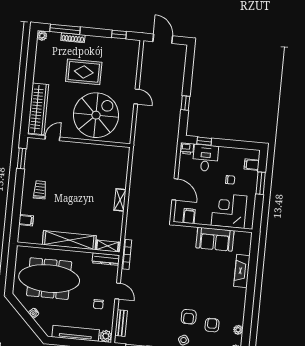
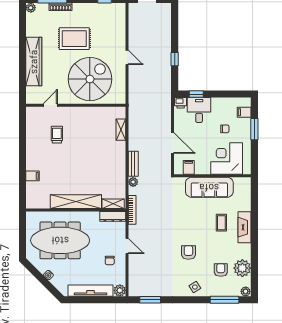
wardrobe: (38, 109) -> (34, 62), moved
window: (22, 159) -> (22, 128), removed
trolley: (40, 190) -> (57, 135), moved
shelving: (120, 200) -> (121, 130), moved
filing cabinet: (26, 220) -> (33, 176), moved
plant: (130, 226) -> (133, 182), added
sofa: (215, 239) -> (209, 187), width x1.36
fireplace: (242, 271) -> (245, 227), moved
coffee table: (217, 276) -> (221, 223), added
armchair: (189, 317) -> (188, 252), moved, turned 180
bench: (121, 323) -> (133, 164), moved
plant: (238, 330) -> (242, 268), width x1.88, depth x1.88

